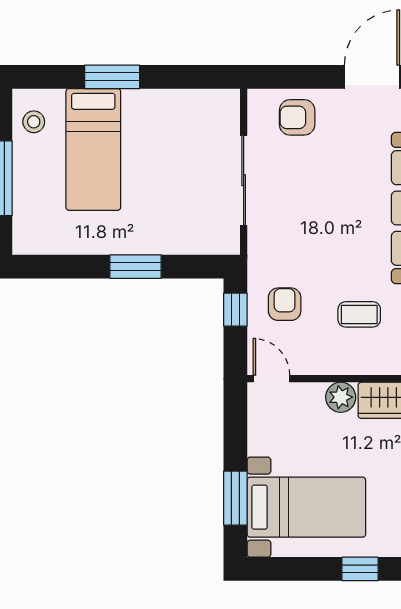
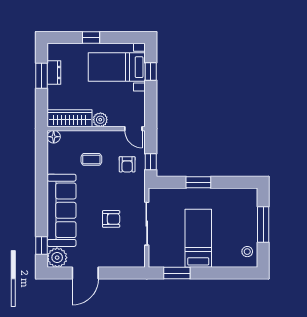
window: (112, 77) -> (177, 273), moved
armchair: (297, 117) -> (111, 219), moved
bed: (93, 149) -> (198, 238), moved
window: (235, 498) -> (151, 71), width x0.67

